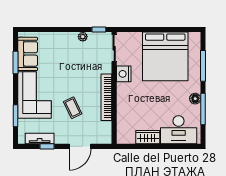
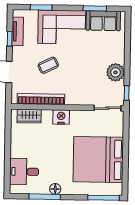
plant: (83, 37) -> (116, 72), width x1.87, depth x1.87
window: (203, 66) -> (104, 198), moved
nightstand: (124, 74) -> (61, 117), moved
bookcase: (106, 97) -> (41, 99), moved
desk: (179, 130) -> (24, 172), width x0.73
wardrobe: (148, 137) -> (29, 116), moved, turned 90

